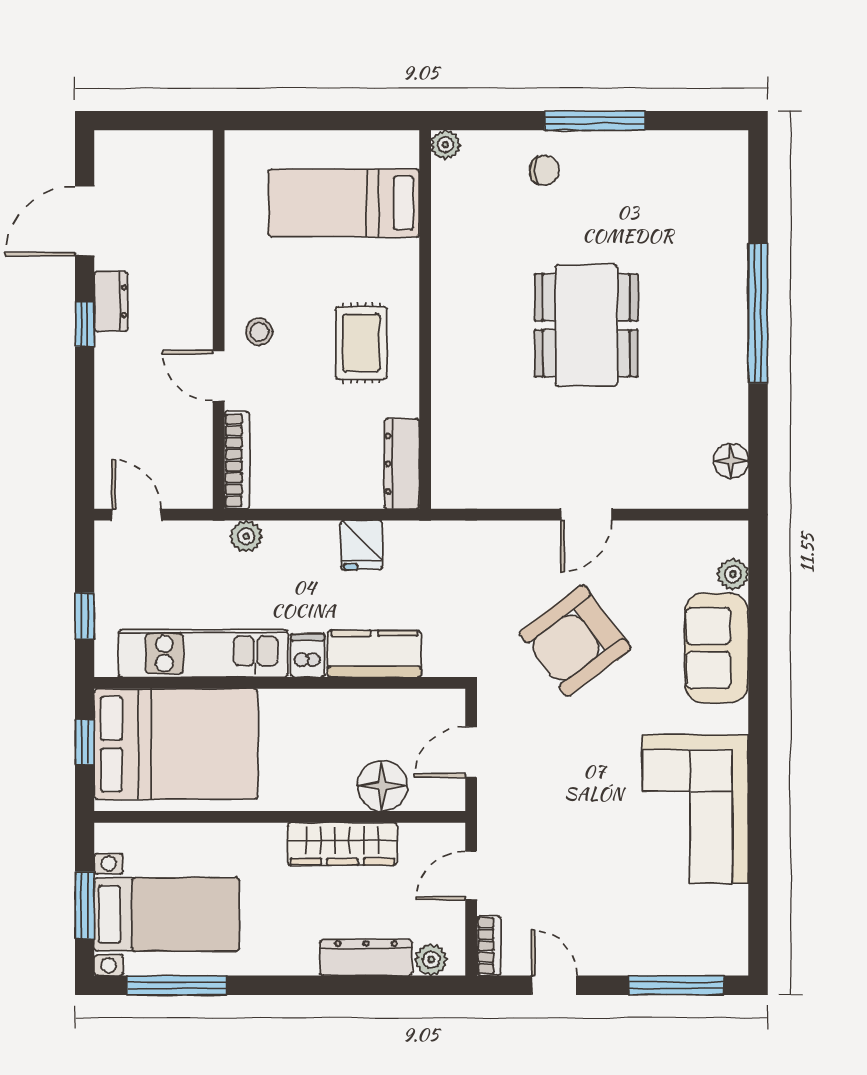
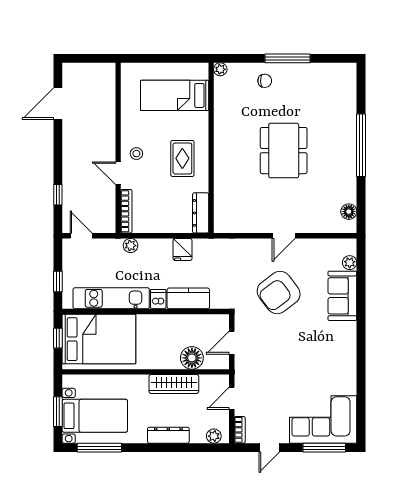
dresser: (111, 301) -> (70, 140), removed
window: (85, 324) -> (58, 195), moved
corner sofa: (695, 809) -> (323, 419), moved, turned 90
dresser: (366, 958) -> (168, 435), moved
door: (554, 985) -> (269, 448), swing flipped

